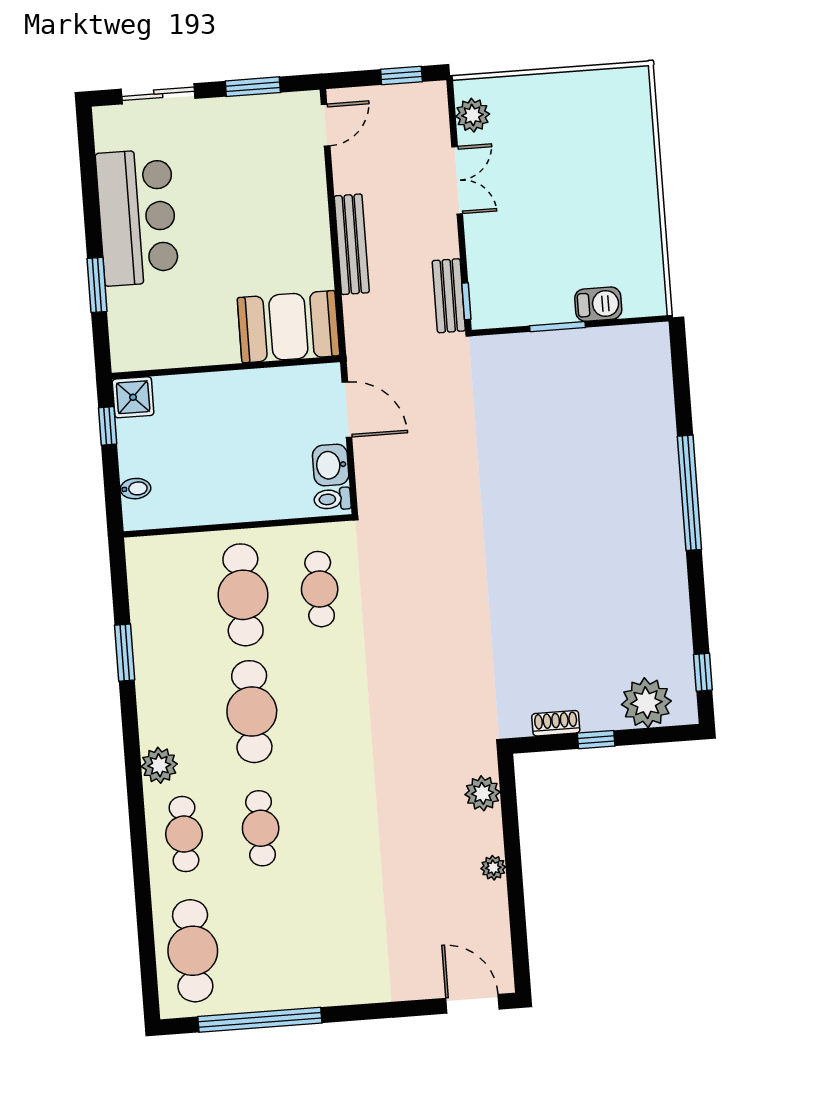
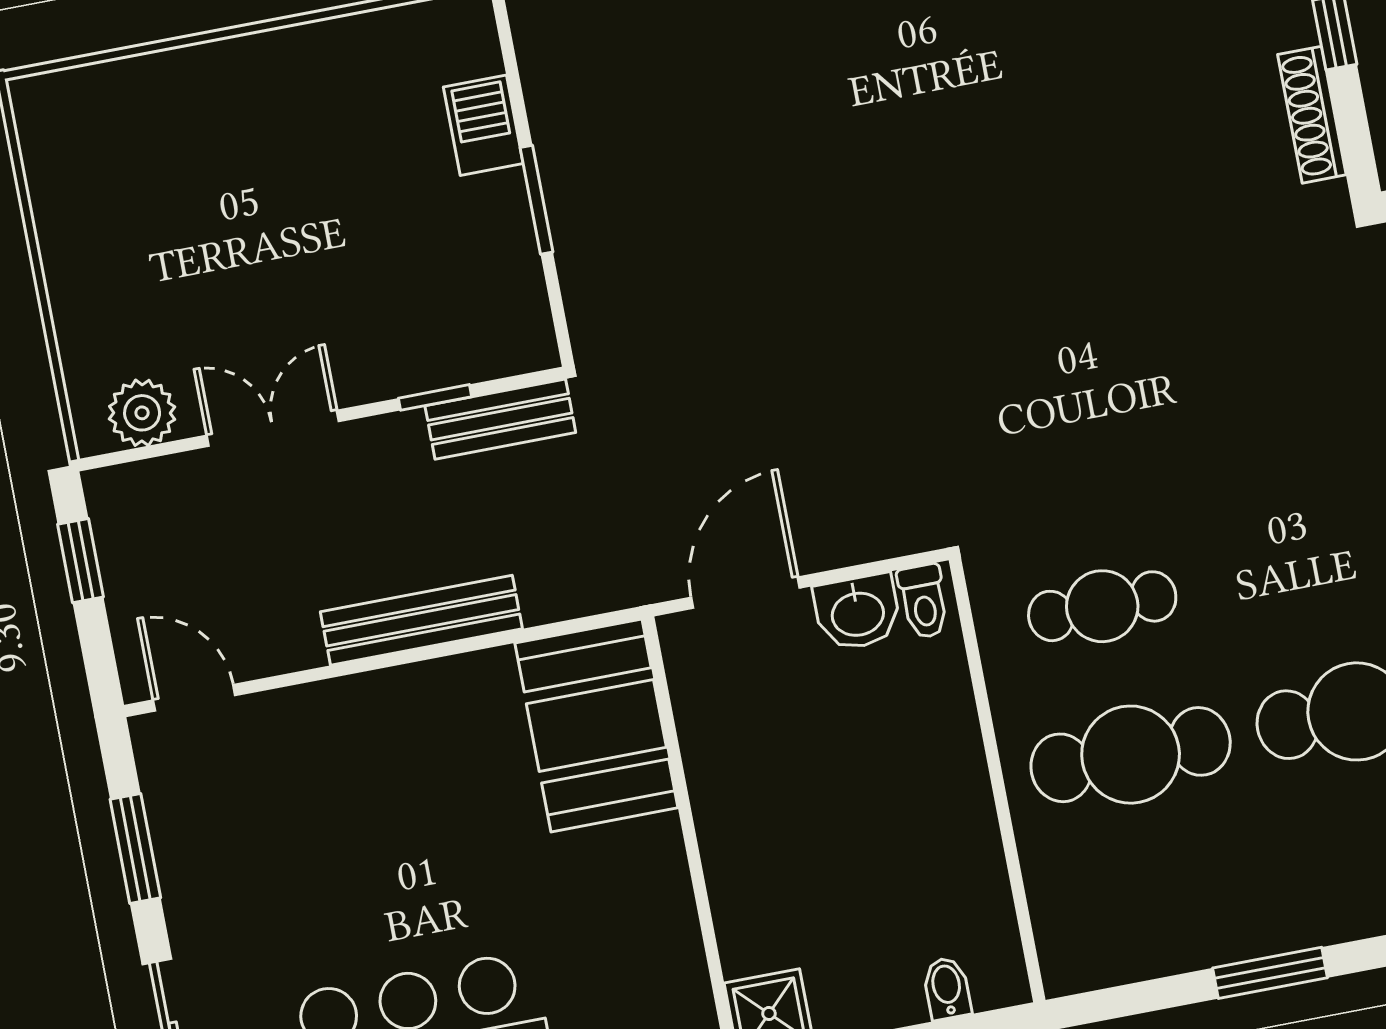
window: (466, 301) -> (435, 397), moved
shoe rack: (556, 723) -> (1312, 115), width x1.43

